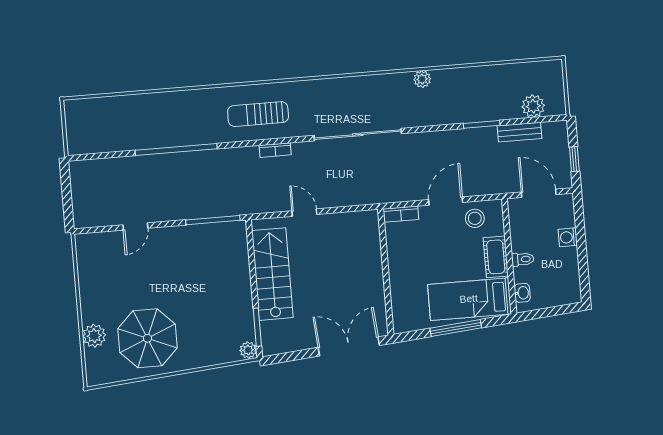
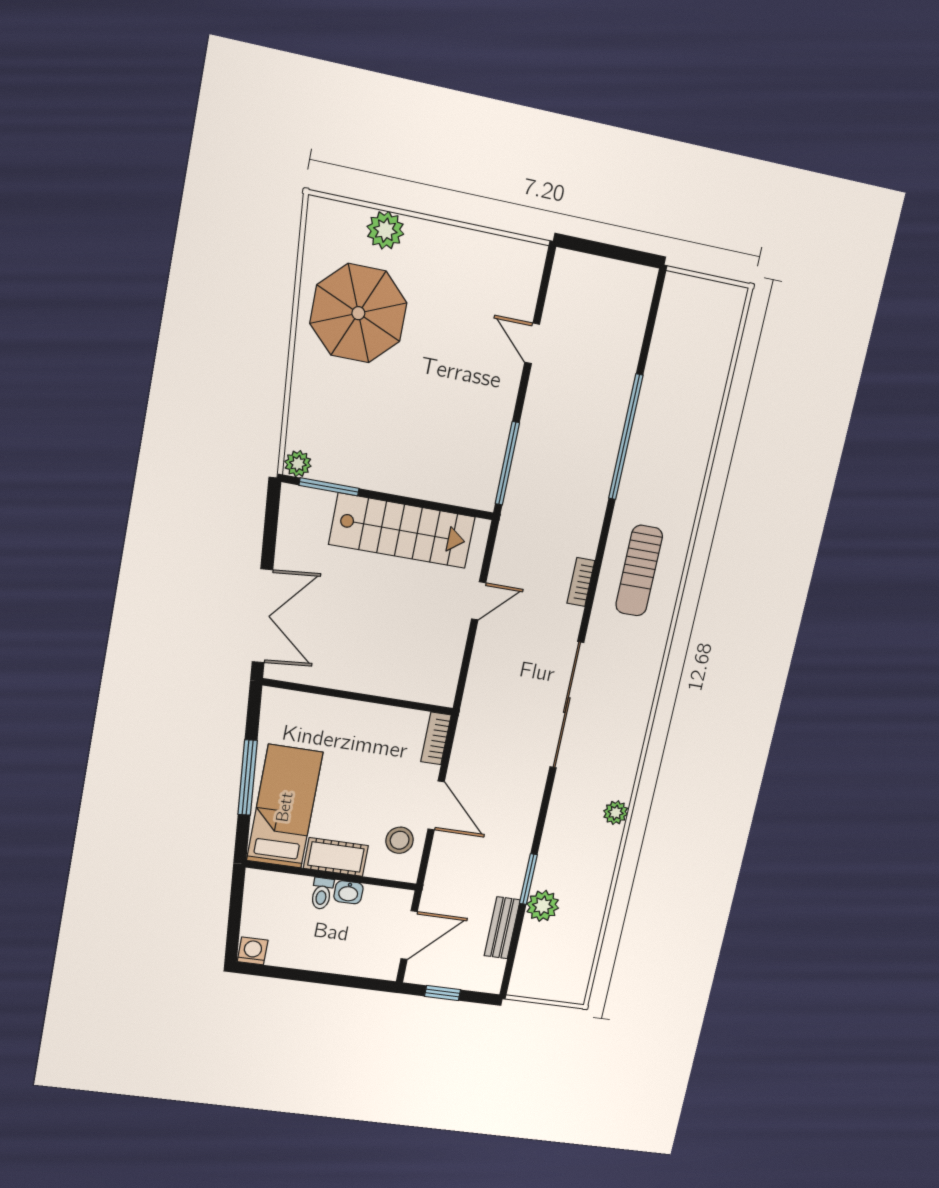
plant: (533, 106) -> (543, 906), moved
sun lounger: (258, 114) -> (639, 571), turned 180
washing machine: (568, 237) -> (253, 951), moved
washbasin: (522, 293) -> (348, 892), moved

